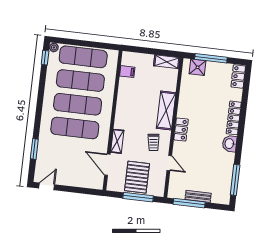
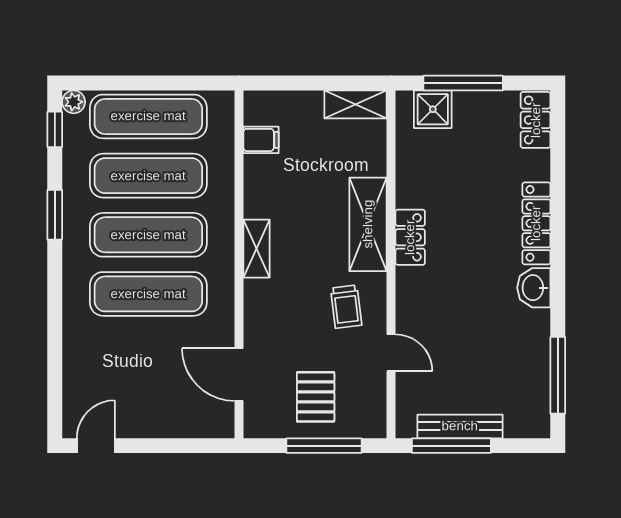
locker: (181, 130) -> (410, 237), moved
shelving: (117, 141) -> (256, 249), moved
window: (34, 149) -> (55, 215), moved
pallet: (137, 177) -> (316, 397), width x0.67, depth x0.71
bench: (198, 196) -> (460, 426), width x1.36

